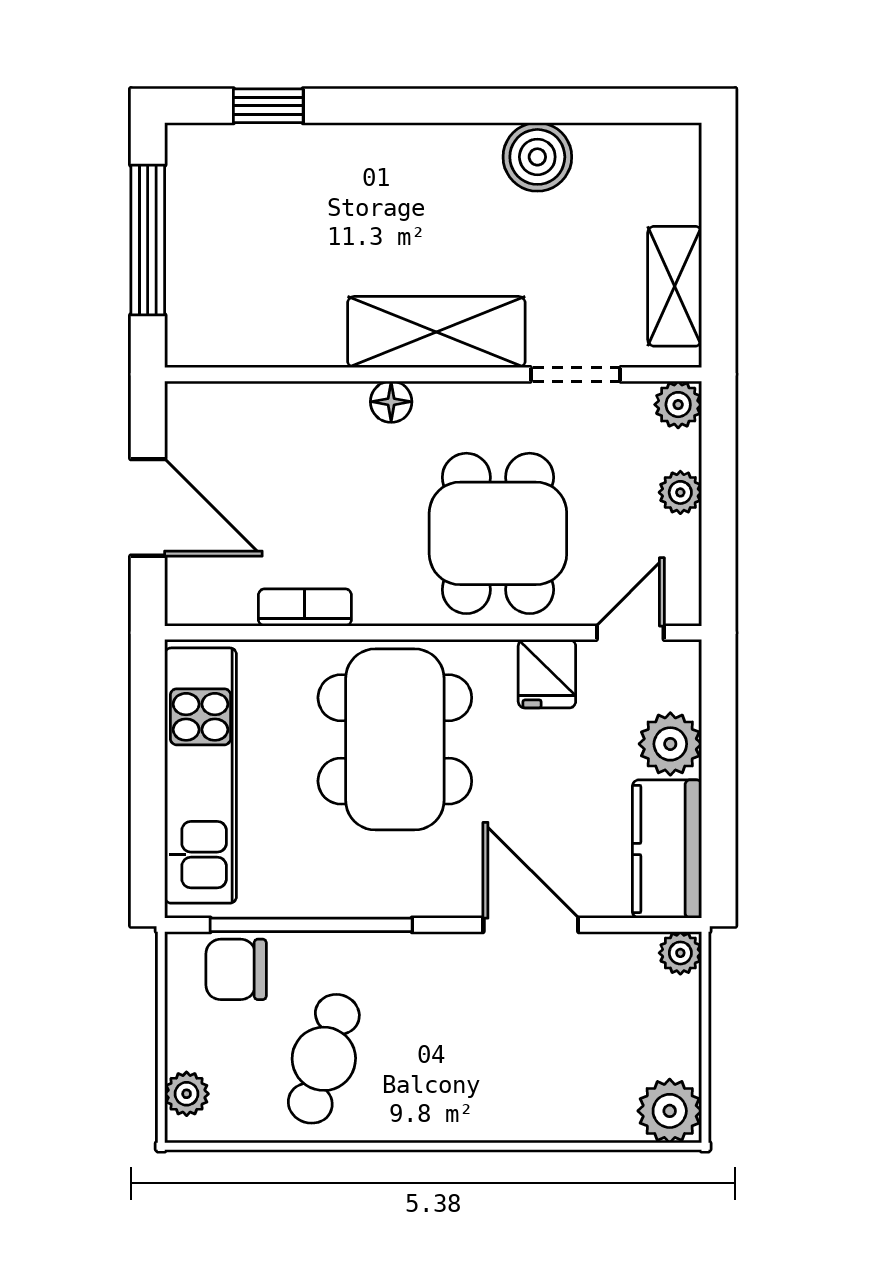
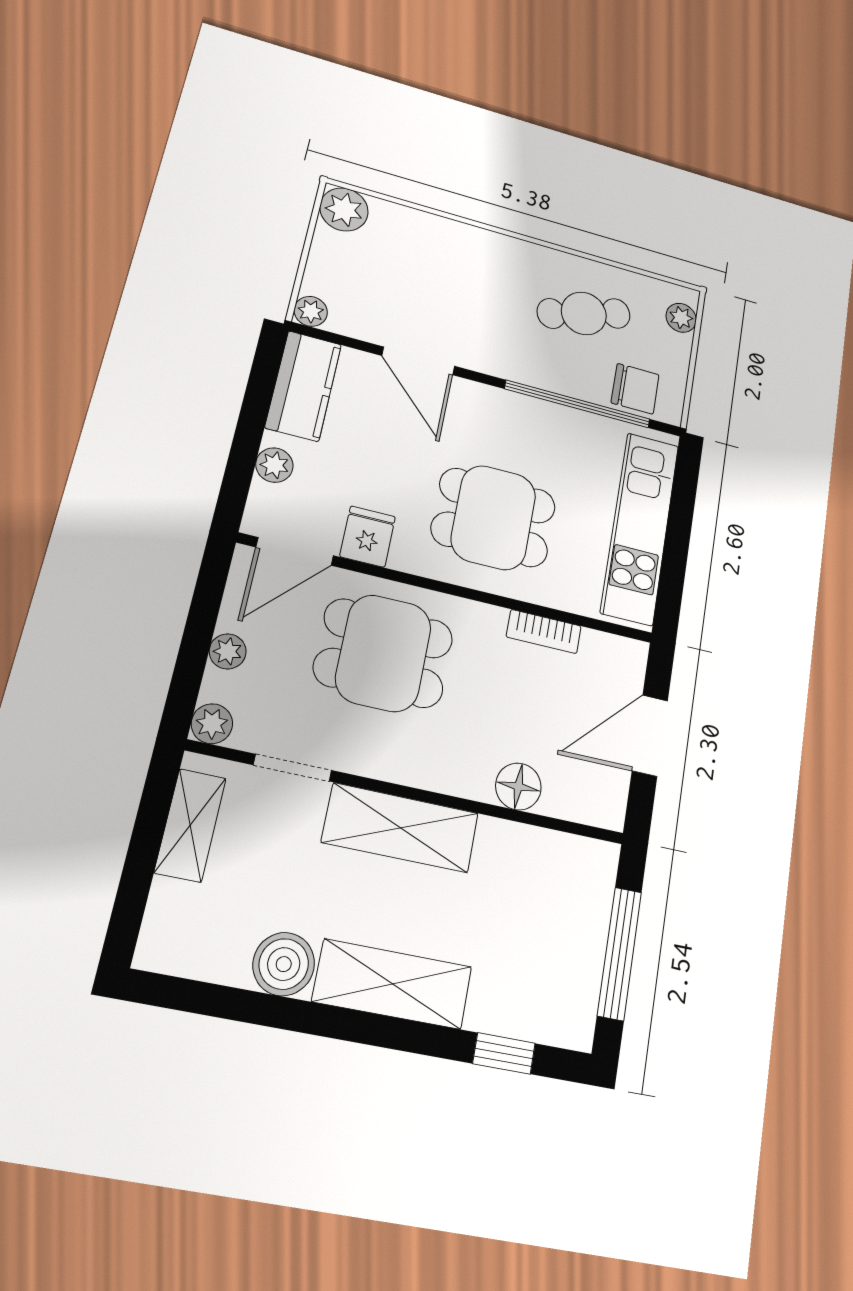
shelving: (411, 158) -> (392, 984), added
floor lamp: (391, 402) -> (518, 786), moved, width x1.37, depth x1.37
door: (148, 507) -> (650, 736), hinge flipped
dining table: (498, 533) -> (384, 653), turned 90
door: (630, 633) -> (295, 551), width x1.38
dining table: (395, 739) -> (494, 517), width x0.73
plant: (670, 744) -> (274, 465), width x0.73, depth x0.73
cafe table: (324, 1059) -> (584, 313), turned 56

